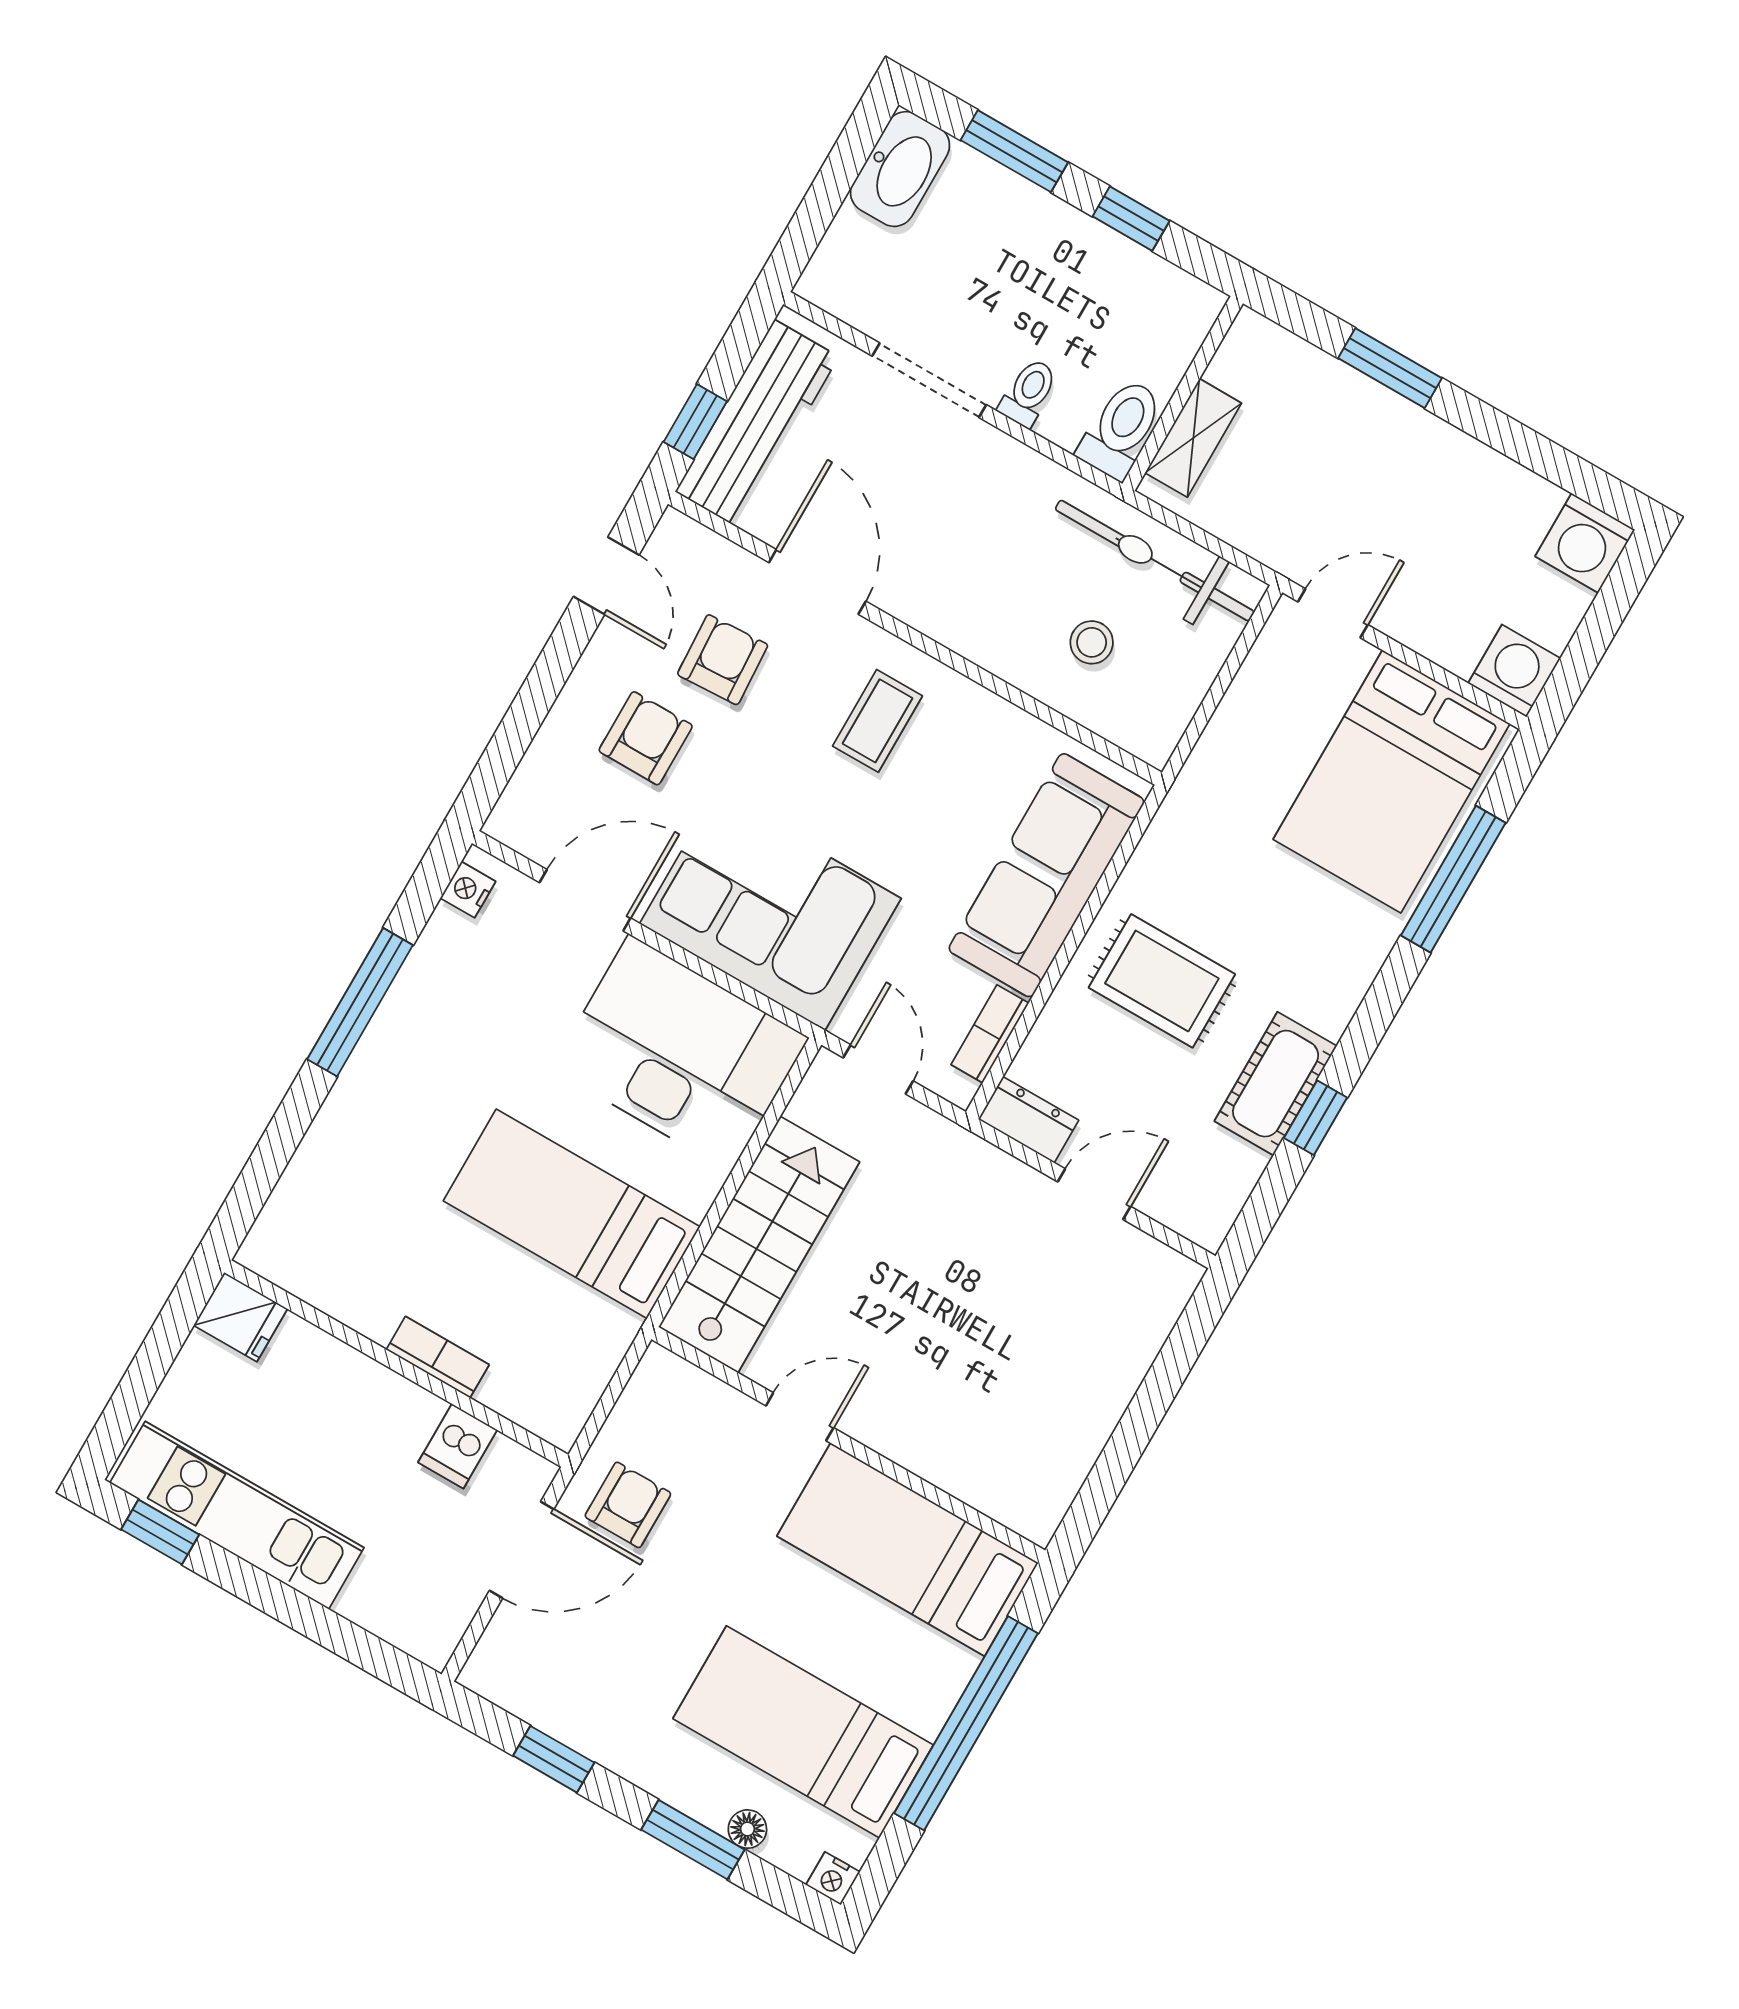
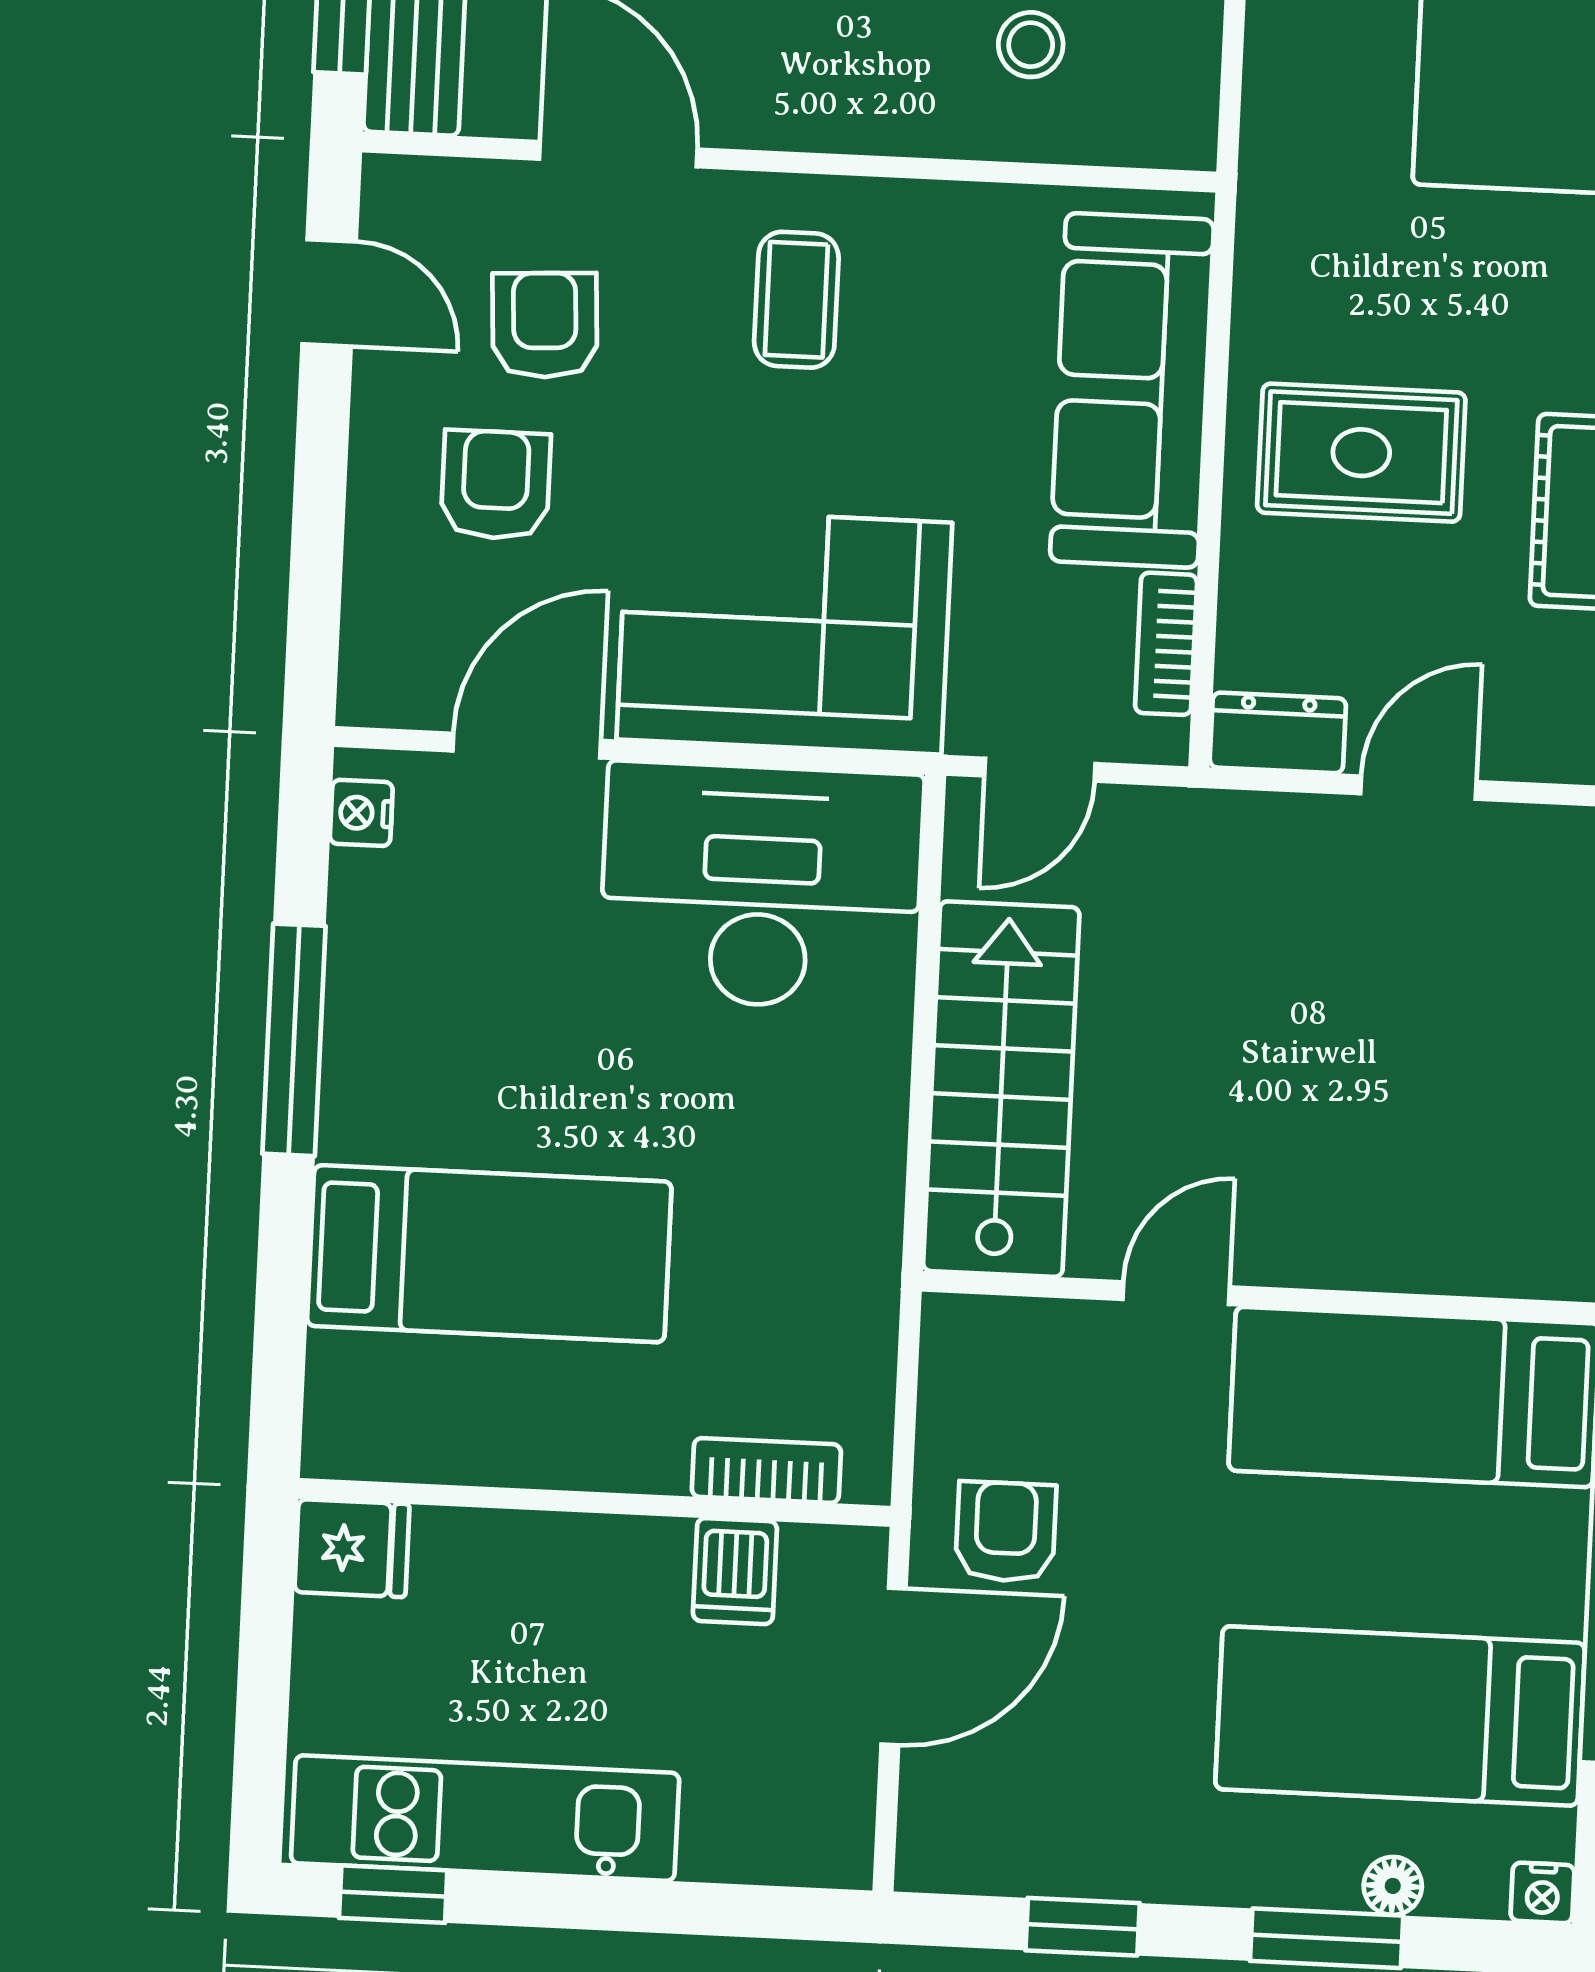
door: (878, 1069) -> (1040, 770), swing flipped
bed: (572, 1214) -> (489, 1254), moved, turned 180
bookcase: (438, 1357) -> (766, 1471), moved

